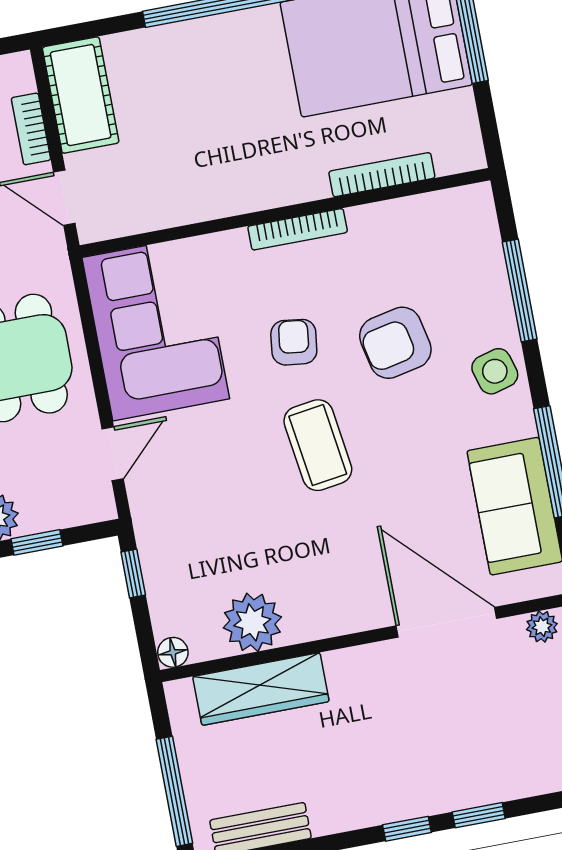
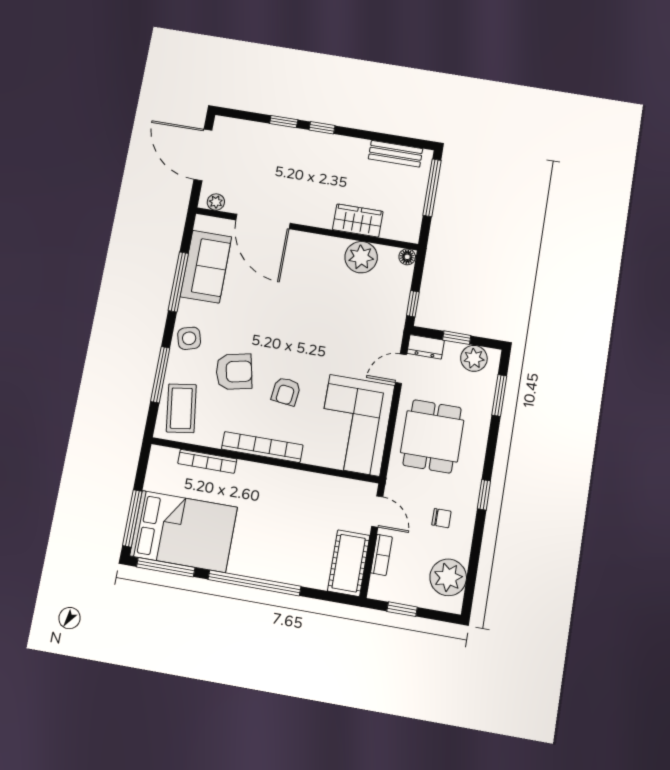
bookcase: (298, 229) -> (262, 447), width x1.48, depth x1.31
coffee table: (318, 445) -> (181, 408), moved
dresser: (84, 507) -> (426, 347), added
wardrobe: (261, 689) -> (358, 221), width x0.67

